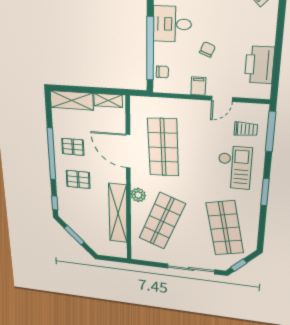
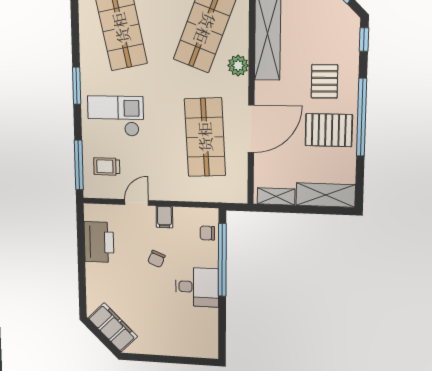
pallet: (73, 147) -> (329, 130), width x1.50, depth x1.42
door: (128, 151) -> (251, 129), hinge flipped
checkout: (235, 168) -> (115, 116), turned 90
pallet: (78, 179) -> (324, 81), turned 90

